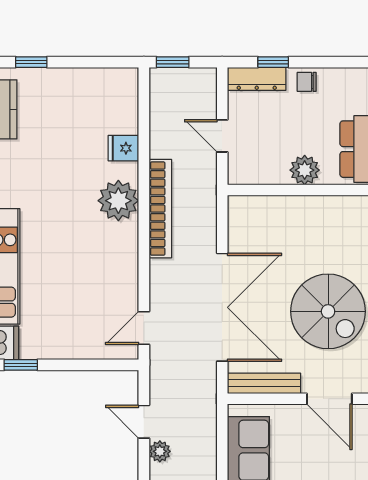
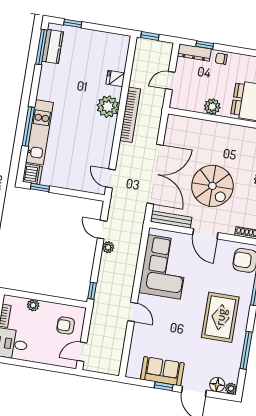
door: (222, 136) -> (170, 81), hinge flipped
door: (144, 328) -> (110, 179), hinge flipped

